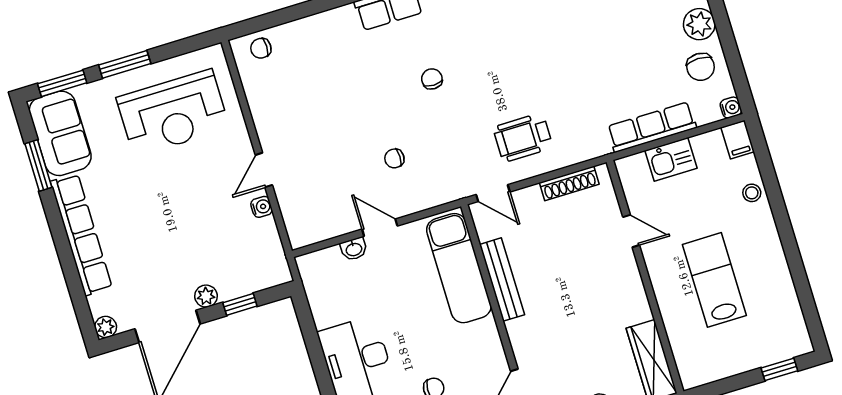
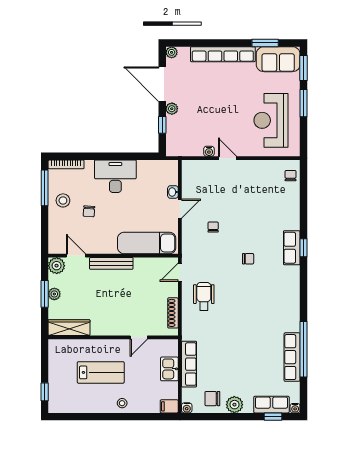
stool: (752, 193) -> (122, 403), moved
bench: (502, 280) -> (111, 263), moved

